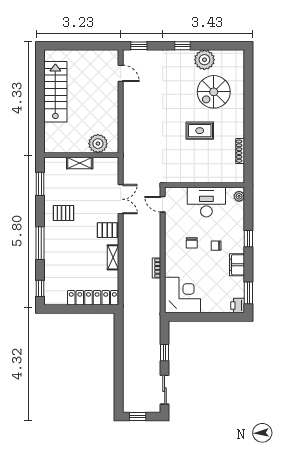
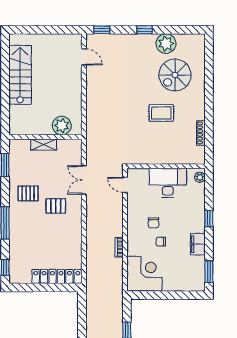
double door: (121, 199) -> (84, 180), swing flipped
pallet: (107, 230) -> (56, 206), moved
chair: (216, 246) -> (161, 242), moved
shelving: (113, 257) -> (76, 237), removed
printer: (238, 306) -> (198, 284), removed

